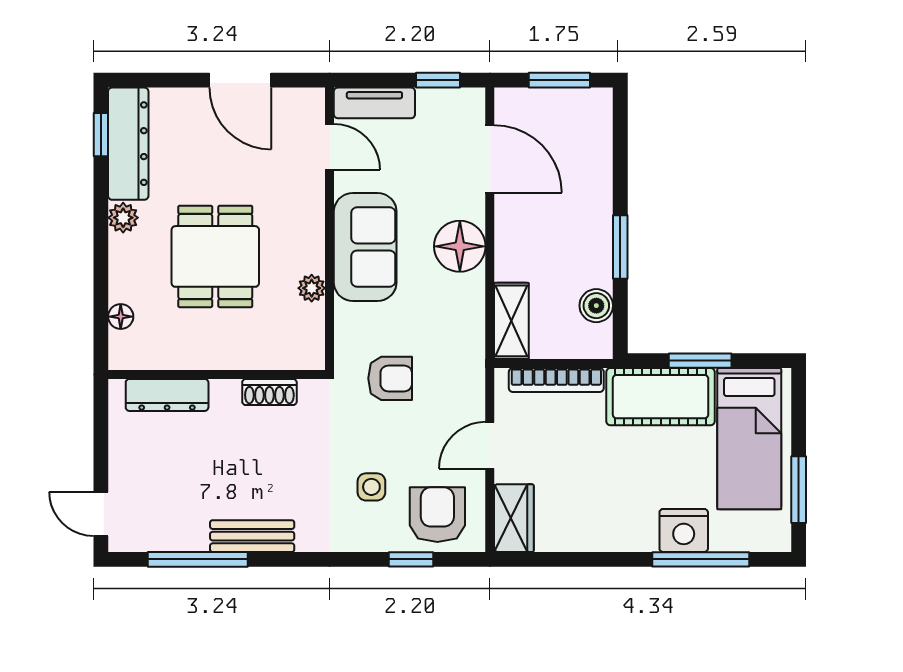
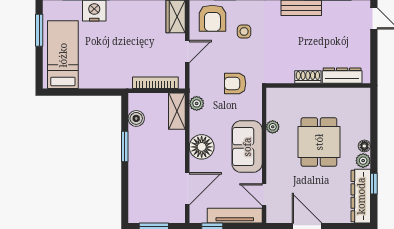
tv unit: (374, 103) -> (235, 216), width x1.41
window: (101, 135) -> (374, 184), moved
door: (490, 159) -> (187, 189), swing flipped
floor lamp: (121, 317) -> (364, 146), moved
plant: (470, 337) -> (197, 103), added
window: (700, 361) -> (86, 92), removed
shoe rack: (269, 392) -> (308, 77), moved
cot: (661, 397) -> (105, 75), removed

